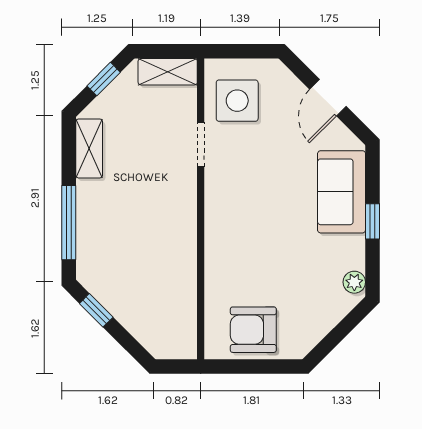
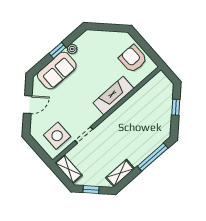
fireplace: (222, 247) -> (114, 96), added
plant: (354, 282) -> (72, 49), moved
window: (96, 310) -> (176, 107), moved
armchair: (253, 330) -> (133, 59), turned 180

